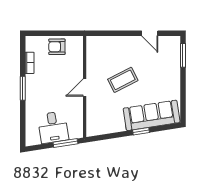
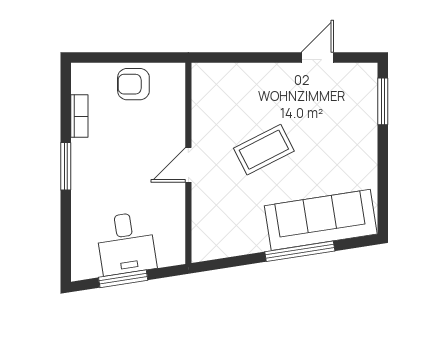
door: (150, 33) -> (317, 58), swing flipped
window: (141, 131) -> (300, 251), width x2.17
window: (65, 143) -> (123, 279), moved

